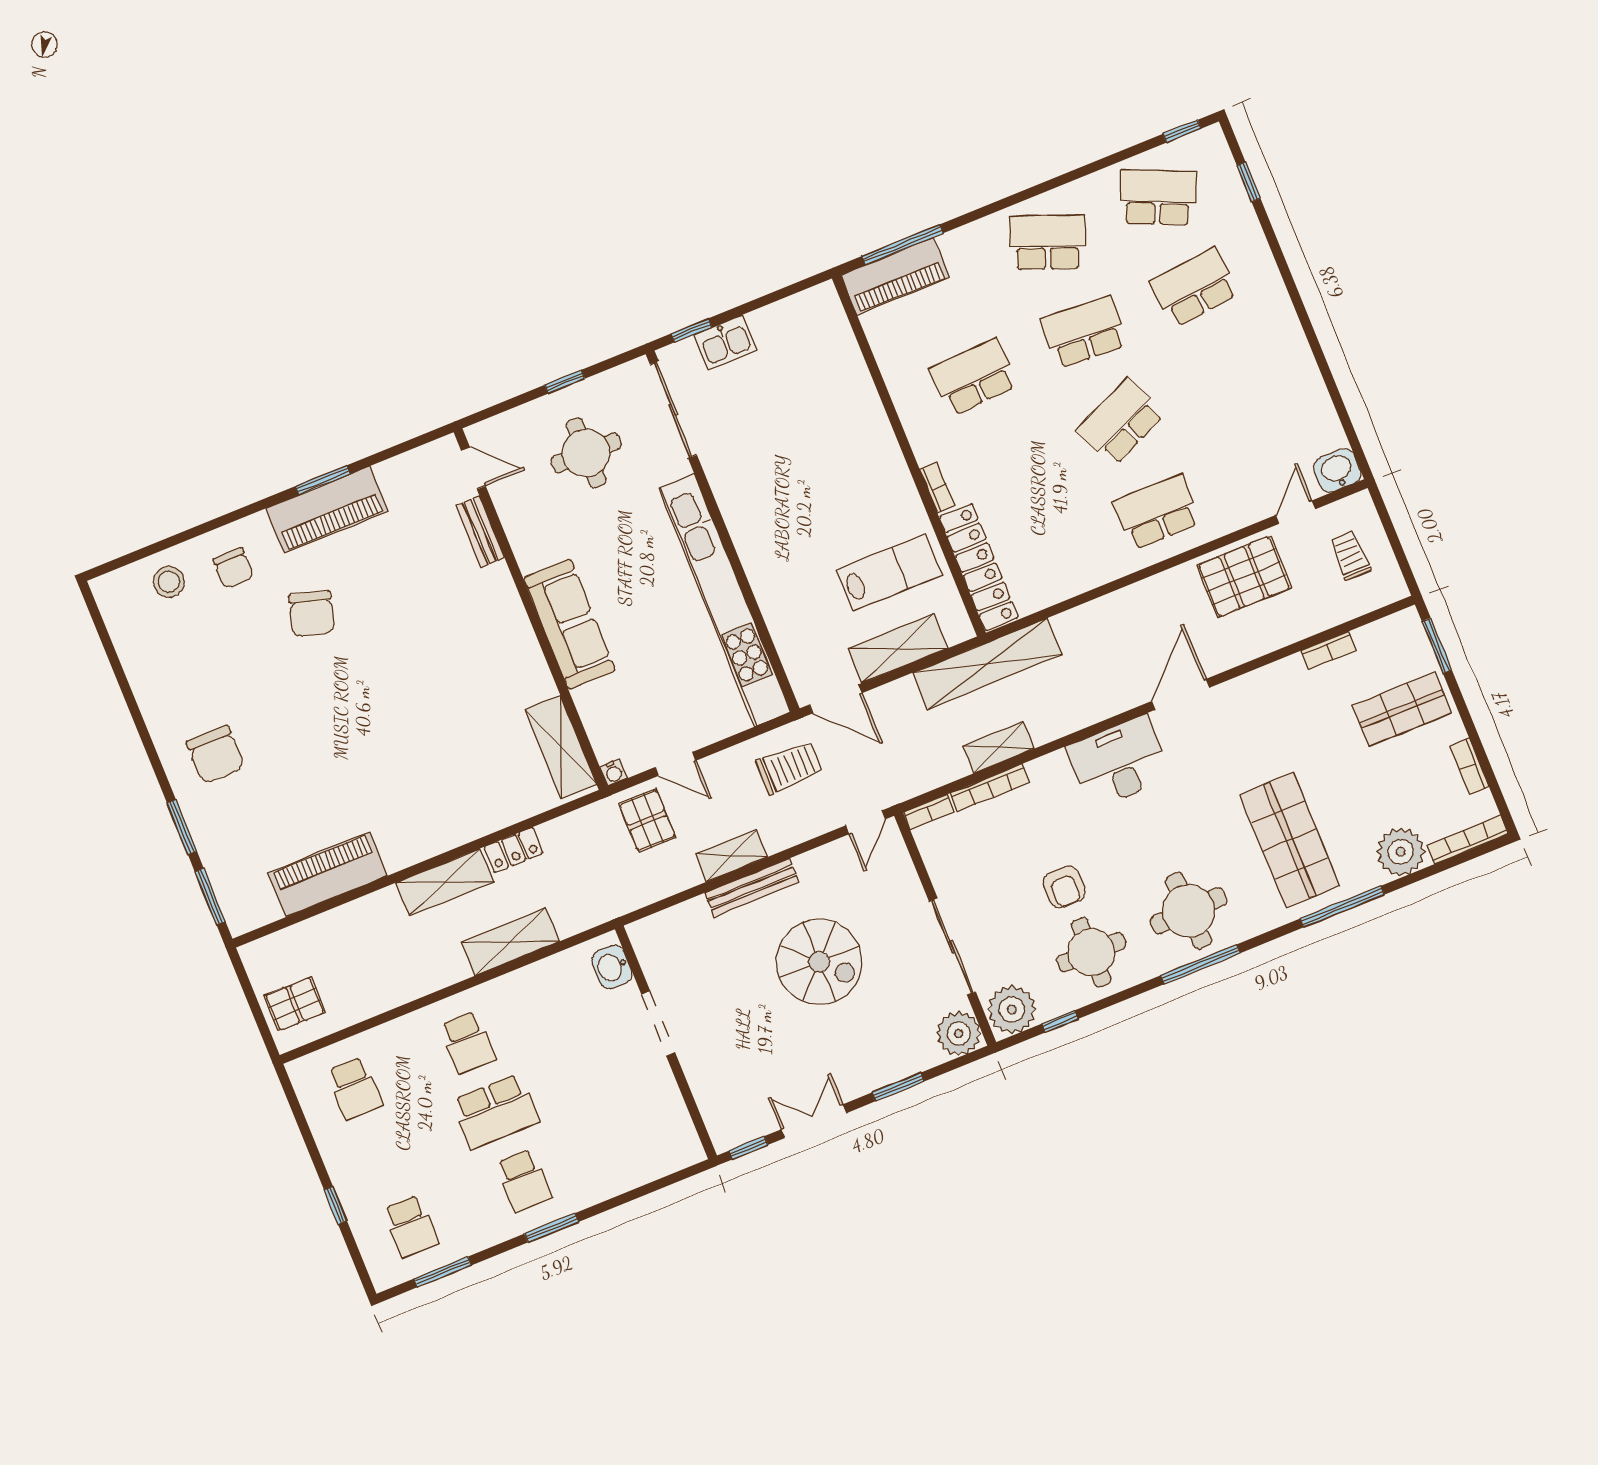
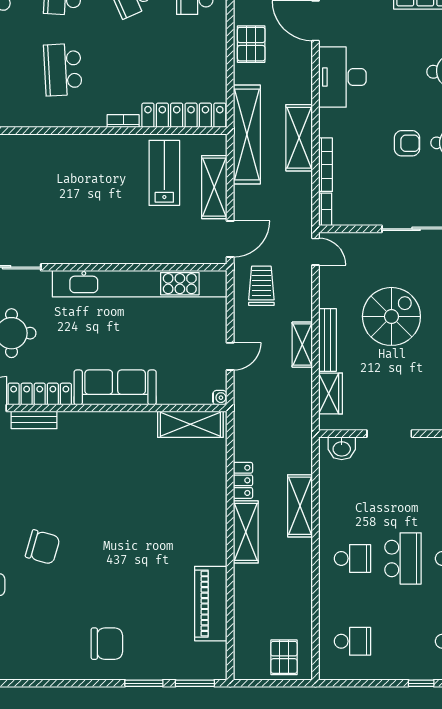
locker: (519, 525) -> (40, 394), added
shelving: (999, 747) -> (299, 138), width x1.50, depth x1.33
pallet: (647, 820) -> (251, 44), moved, turned 90
wardrobe: (681, 921) -> (331, 393), added

